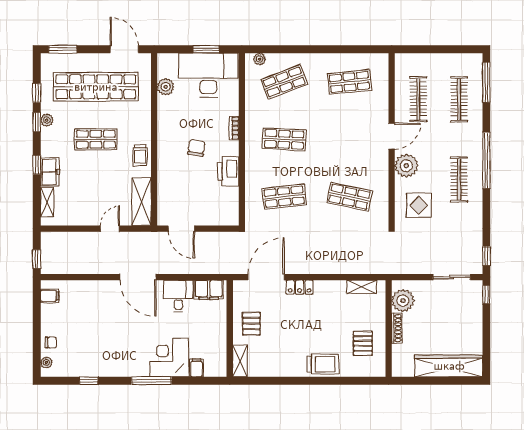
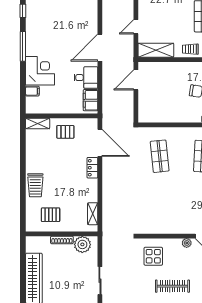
plant: (406, 166) -> (187, 243), width x0.53, depth x0.53
printer: (228, 171) -> (178, 115), removed
shop shelf: (349, 197) -> (160, 205), removed
door: (110, 229) -> (136, 27), swing flipped
window: (151, 381) -> (23, 46), moved

